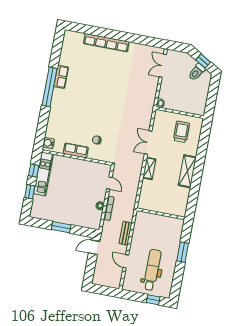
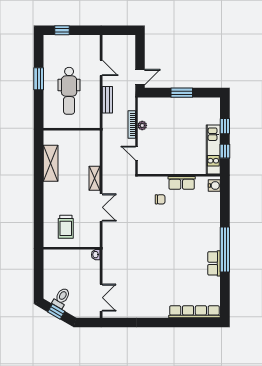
row of seats: (106, 43) -> (194, 312), moved
shelving: (187, 171) -> (51, 163), moved
window: (183, 252) -> (39, 79), moved
dental chair: (152, 270) -> (69, 91), moved

